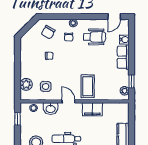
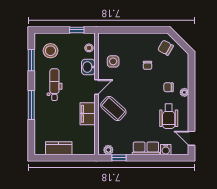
chair: (48, 32) -> (166, 48), moved
plant: (26, 84) -> (115, 40), removed
coffee table: (88, 86) -> (113, 109), turned 42

